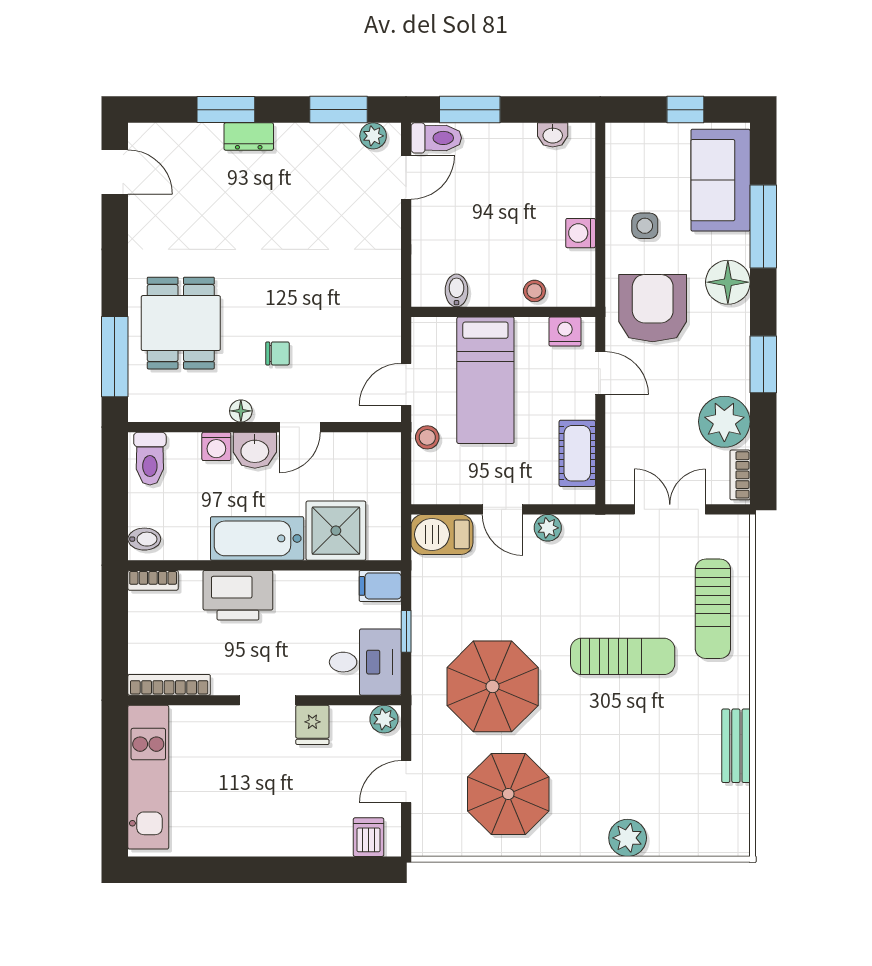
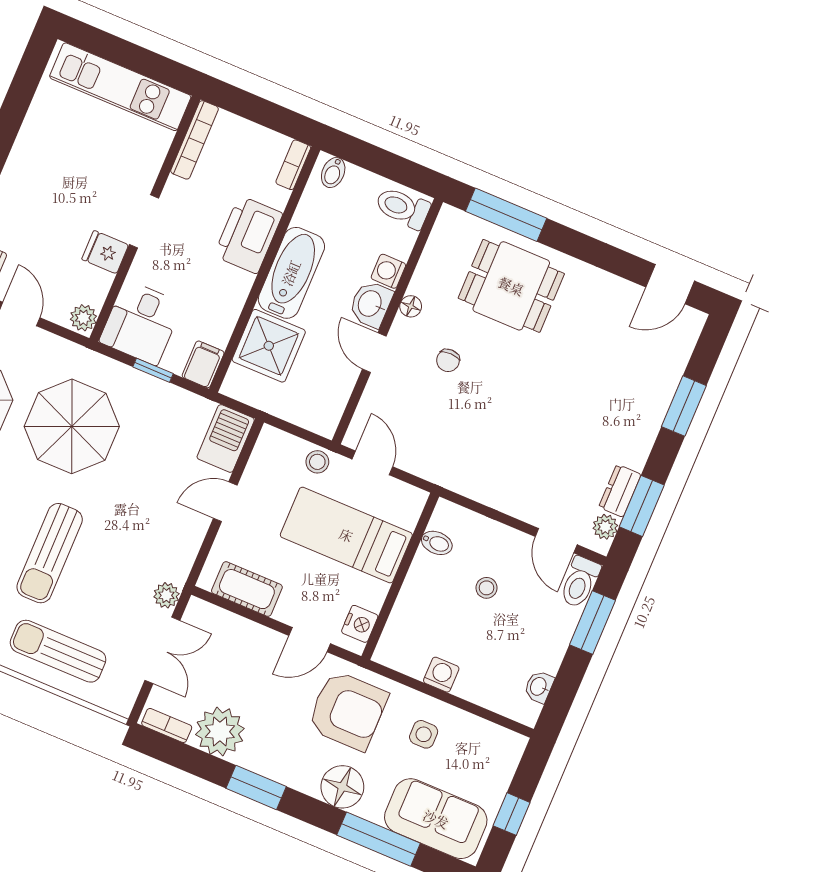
dresser: (249, 136) -> (620, 491), moved
stool: (534, 291) -> (486, 588), moved
plant: (548, 528) -> (166, 595), moved

